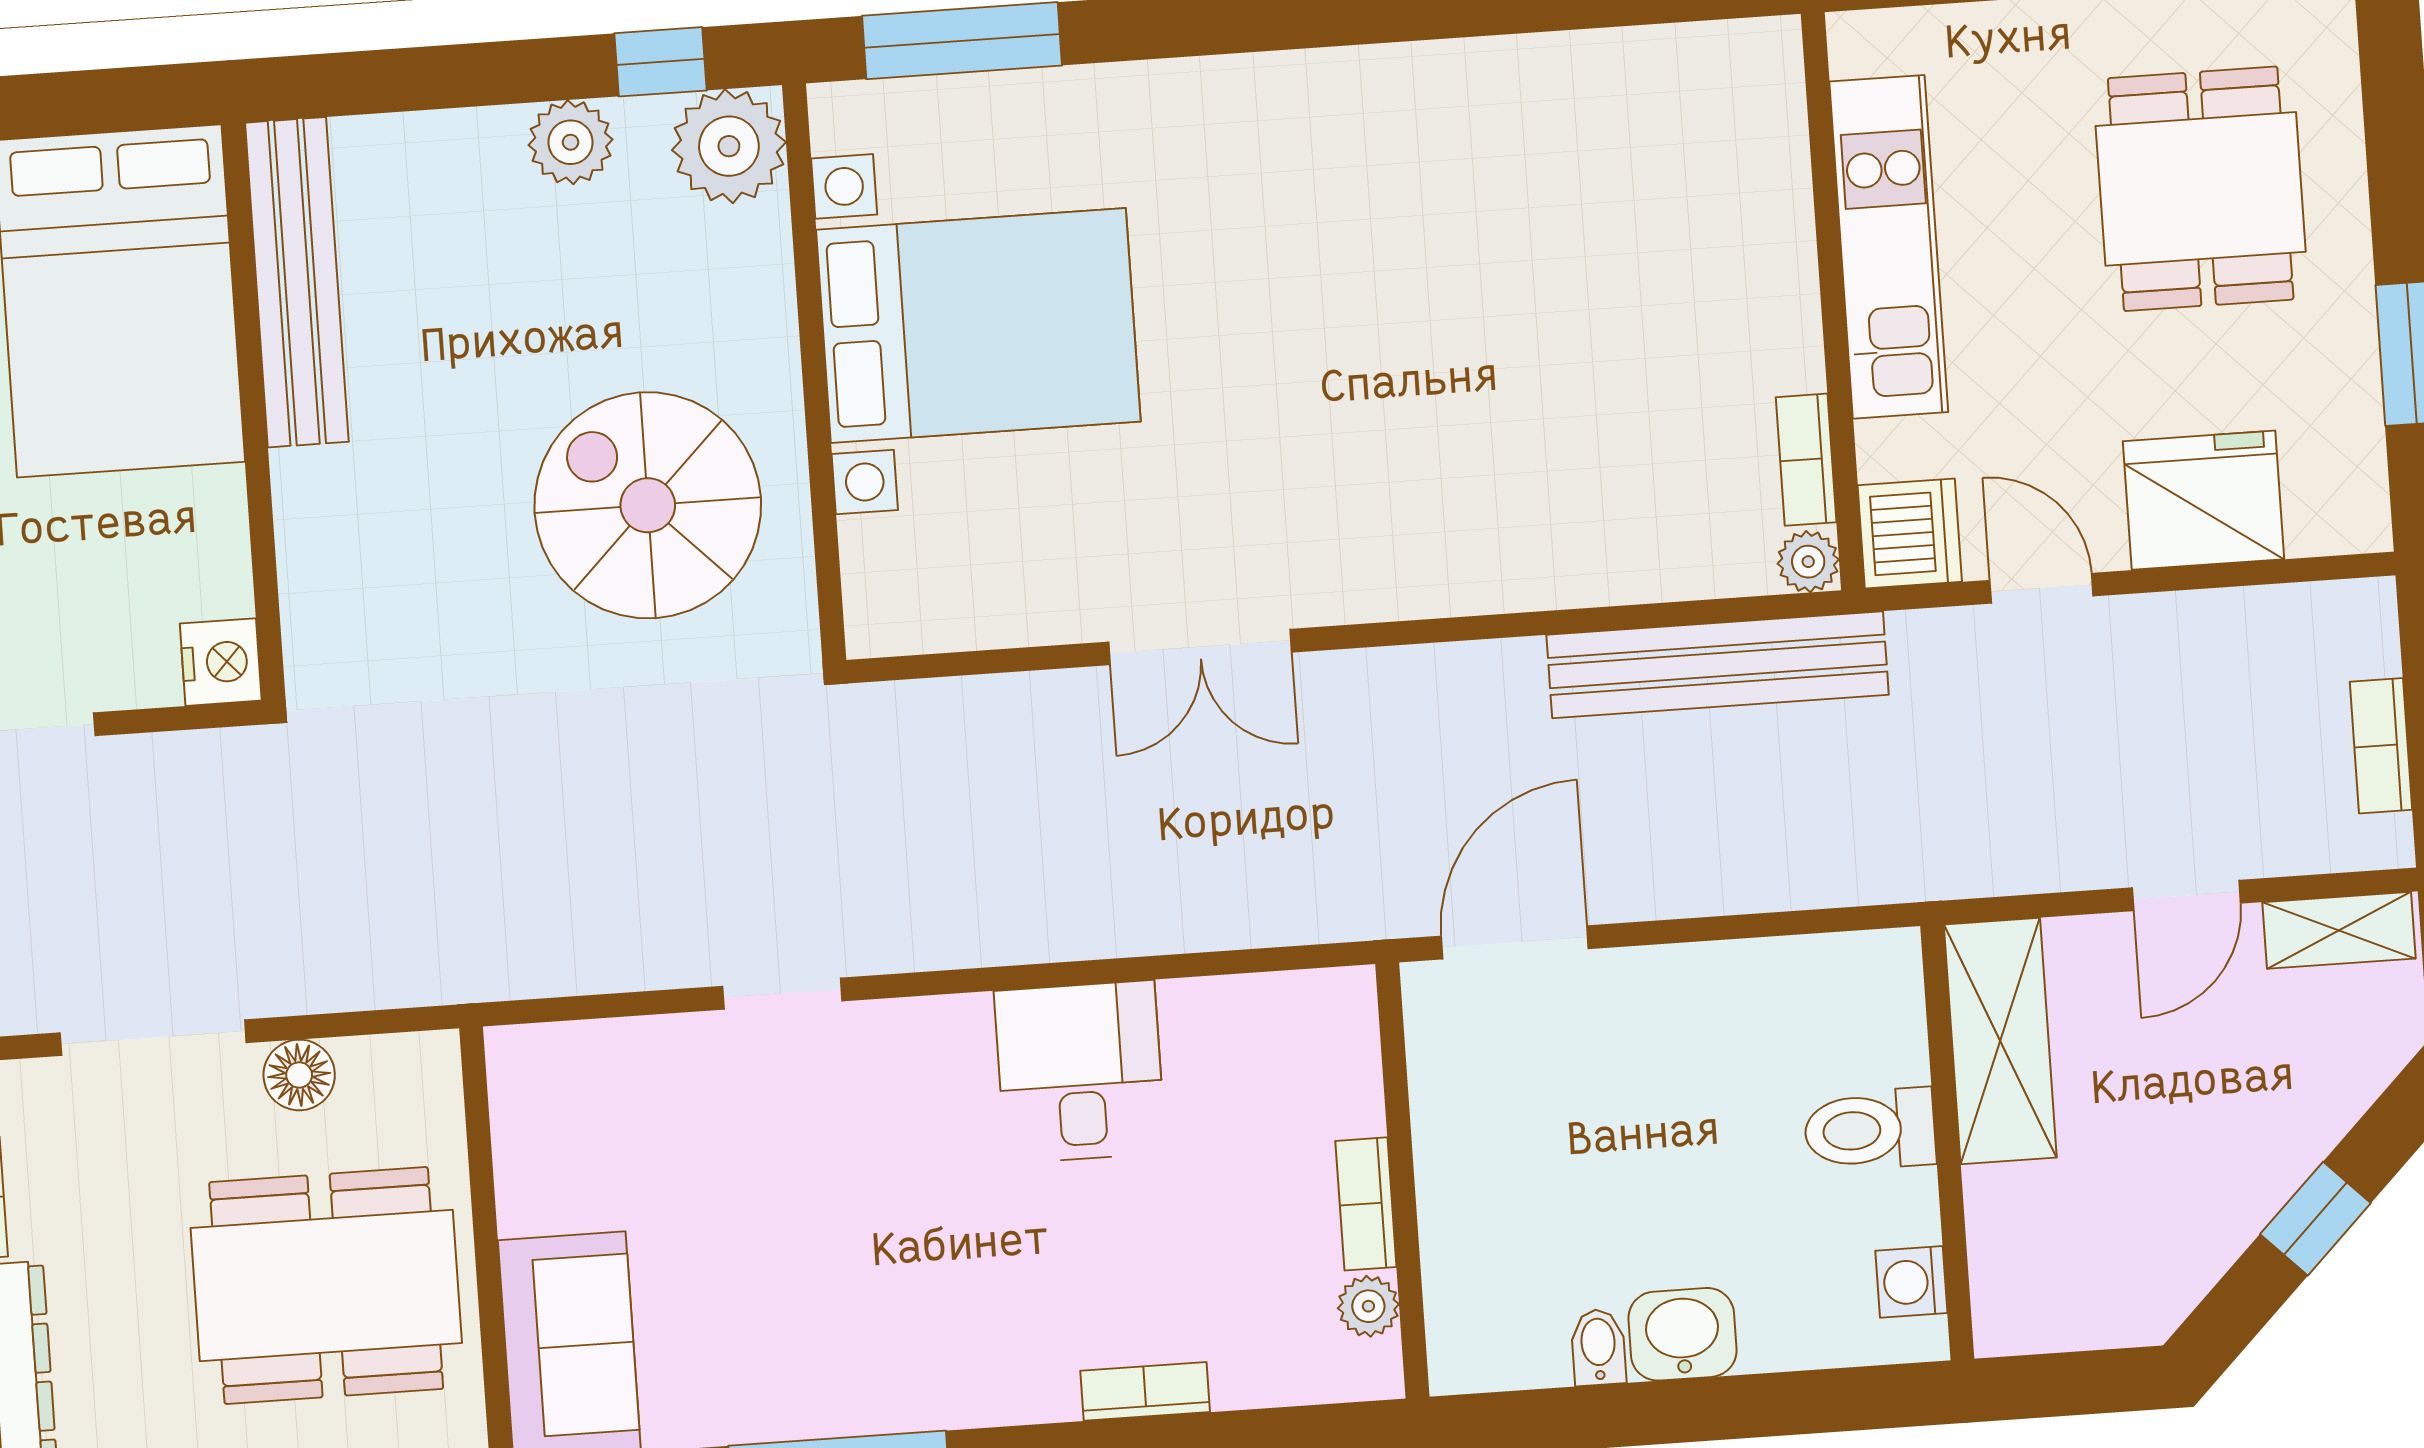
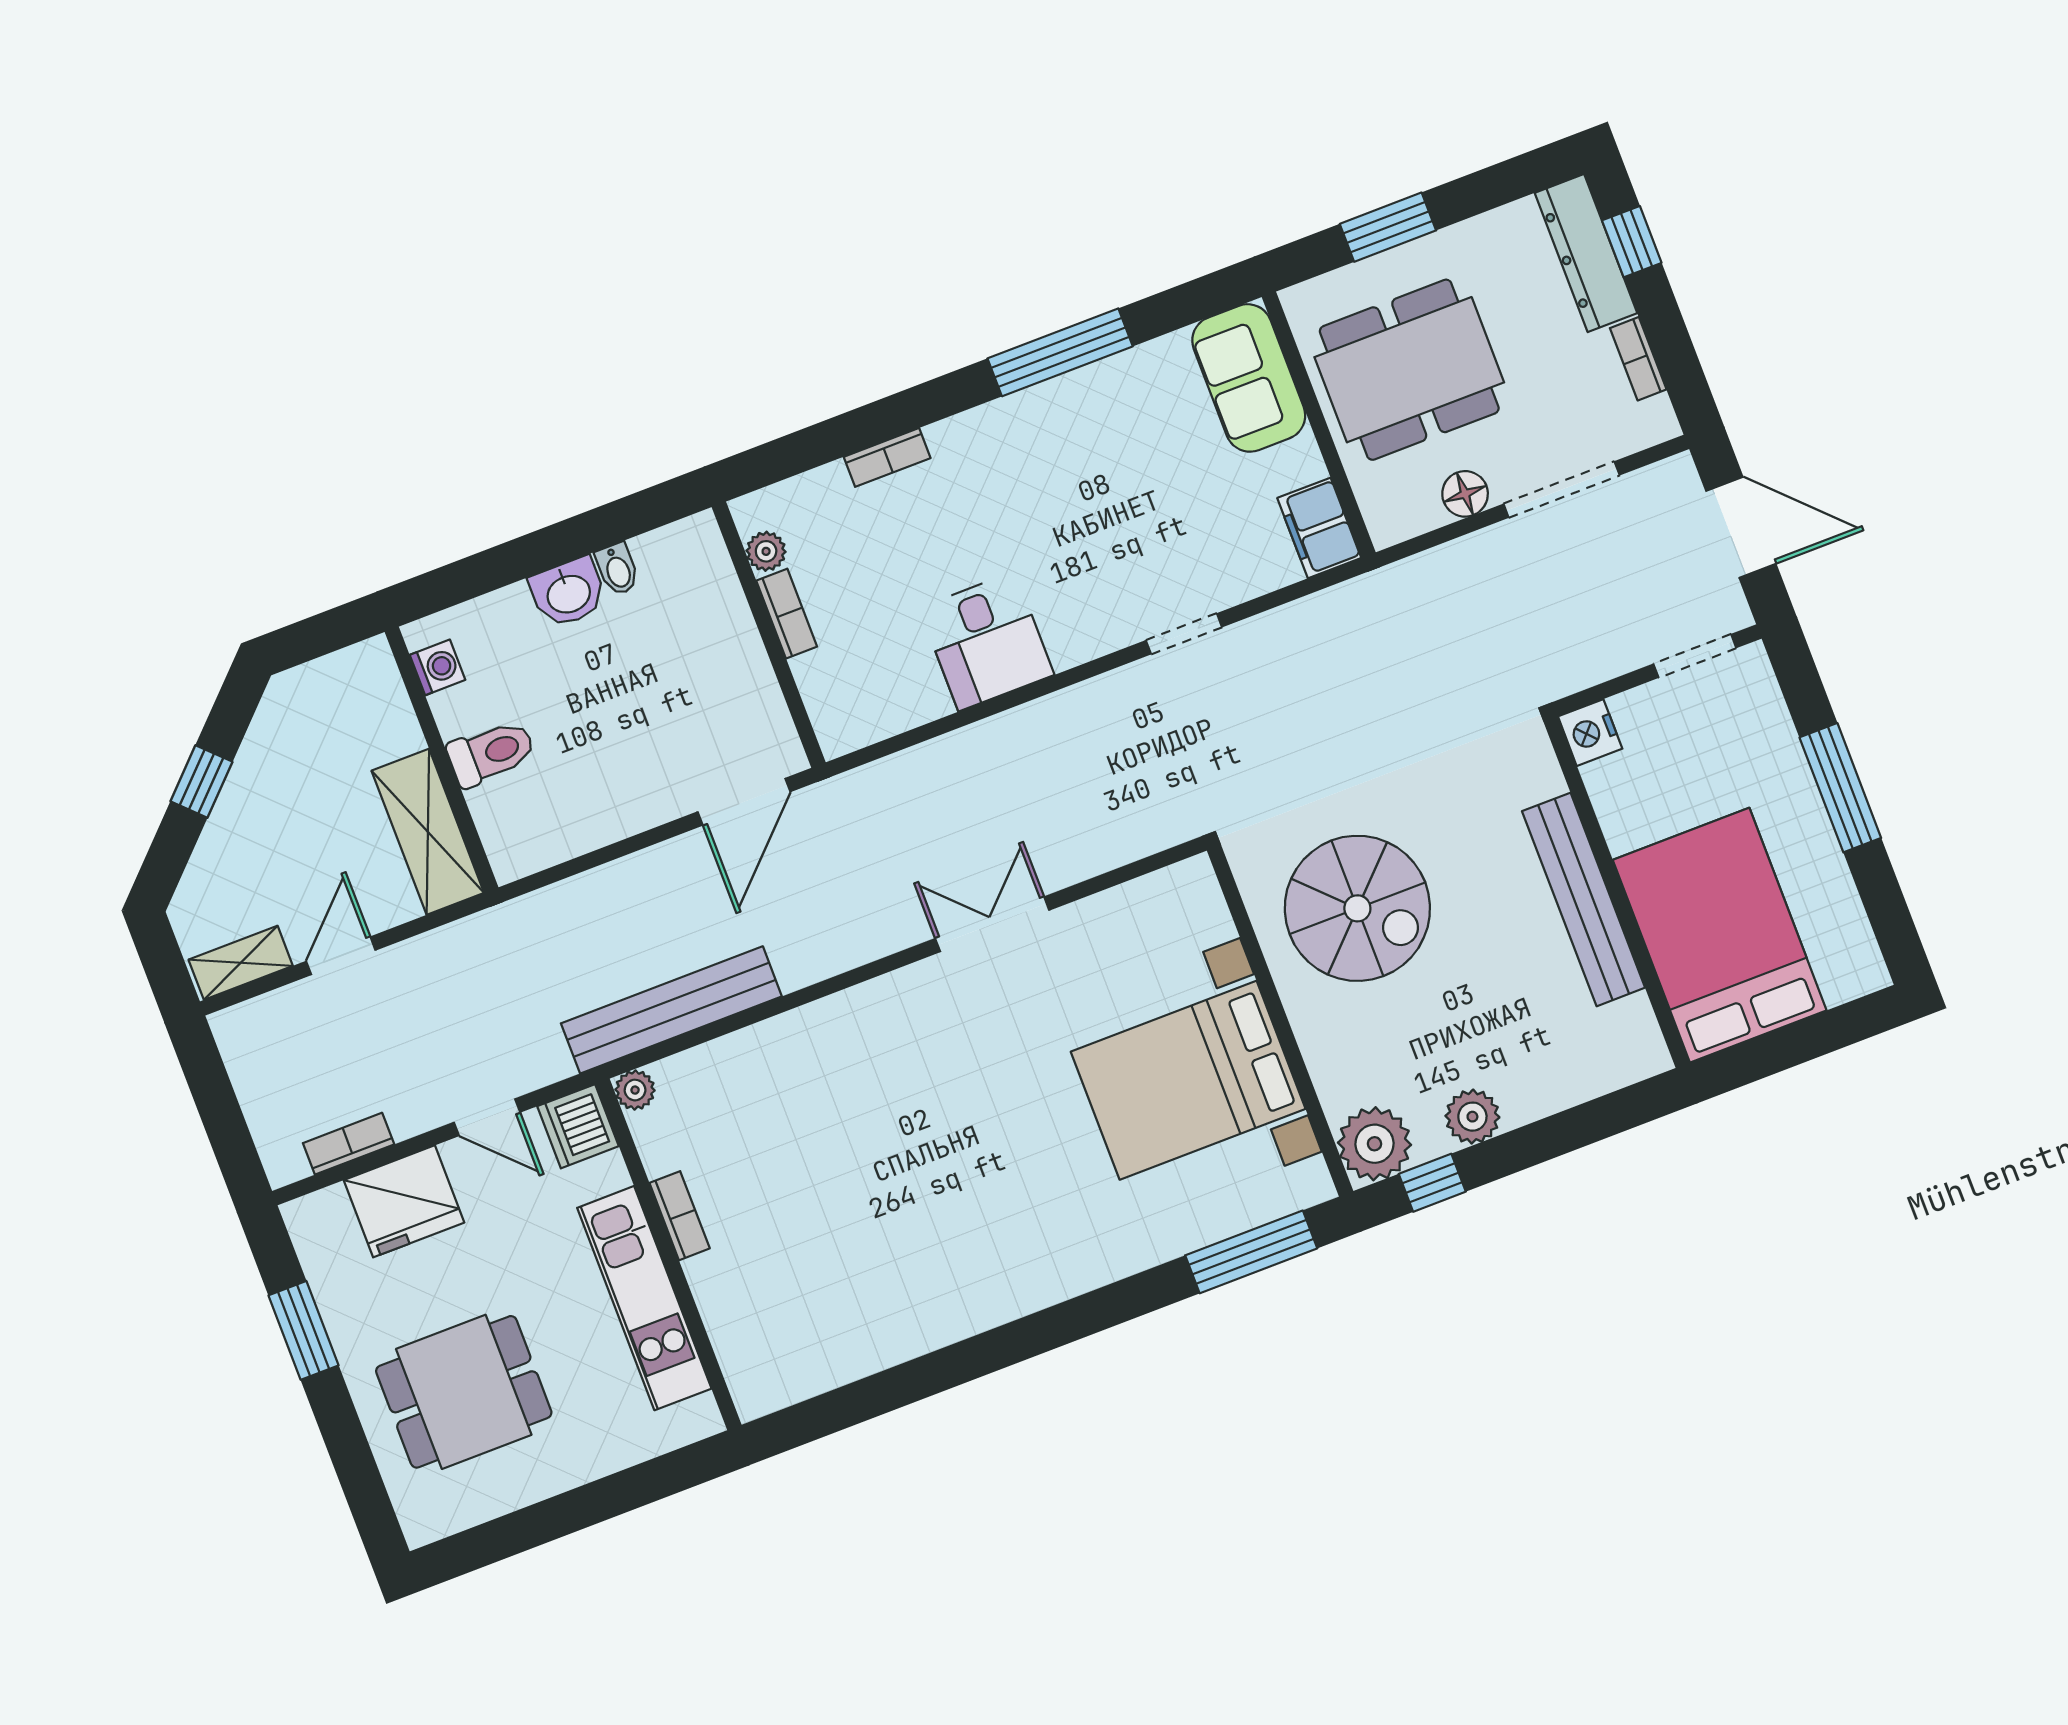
dining table: (2201, 189) -> (464, 1392), turned 90
bench: (297, 282) -> (1584, 899), moved
bookcase: (1806, 460) -> (680, 1216), moved
bookcase: (2381, 746) -> (349, 1144), moved, turned -90
filing cabinet: (532, 1090) -> (1319, 528), added

